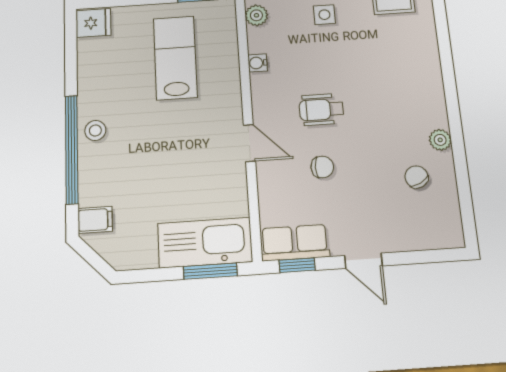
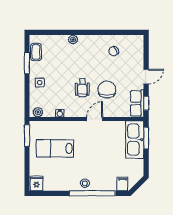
plant: (440, 140) -> (73, 39), moved
chair: (322, 167) -> (107, 90), width x1.87, depth x1.87

